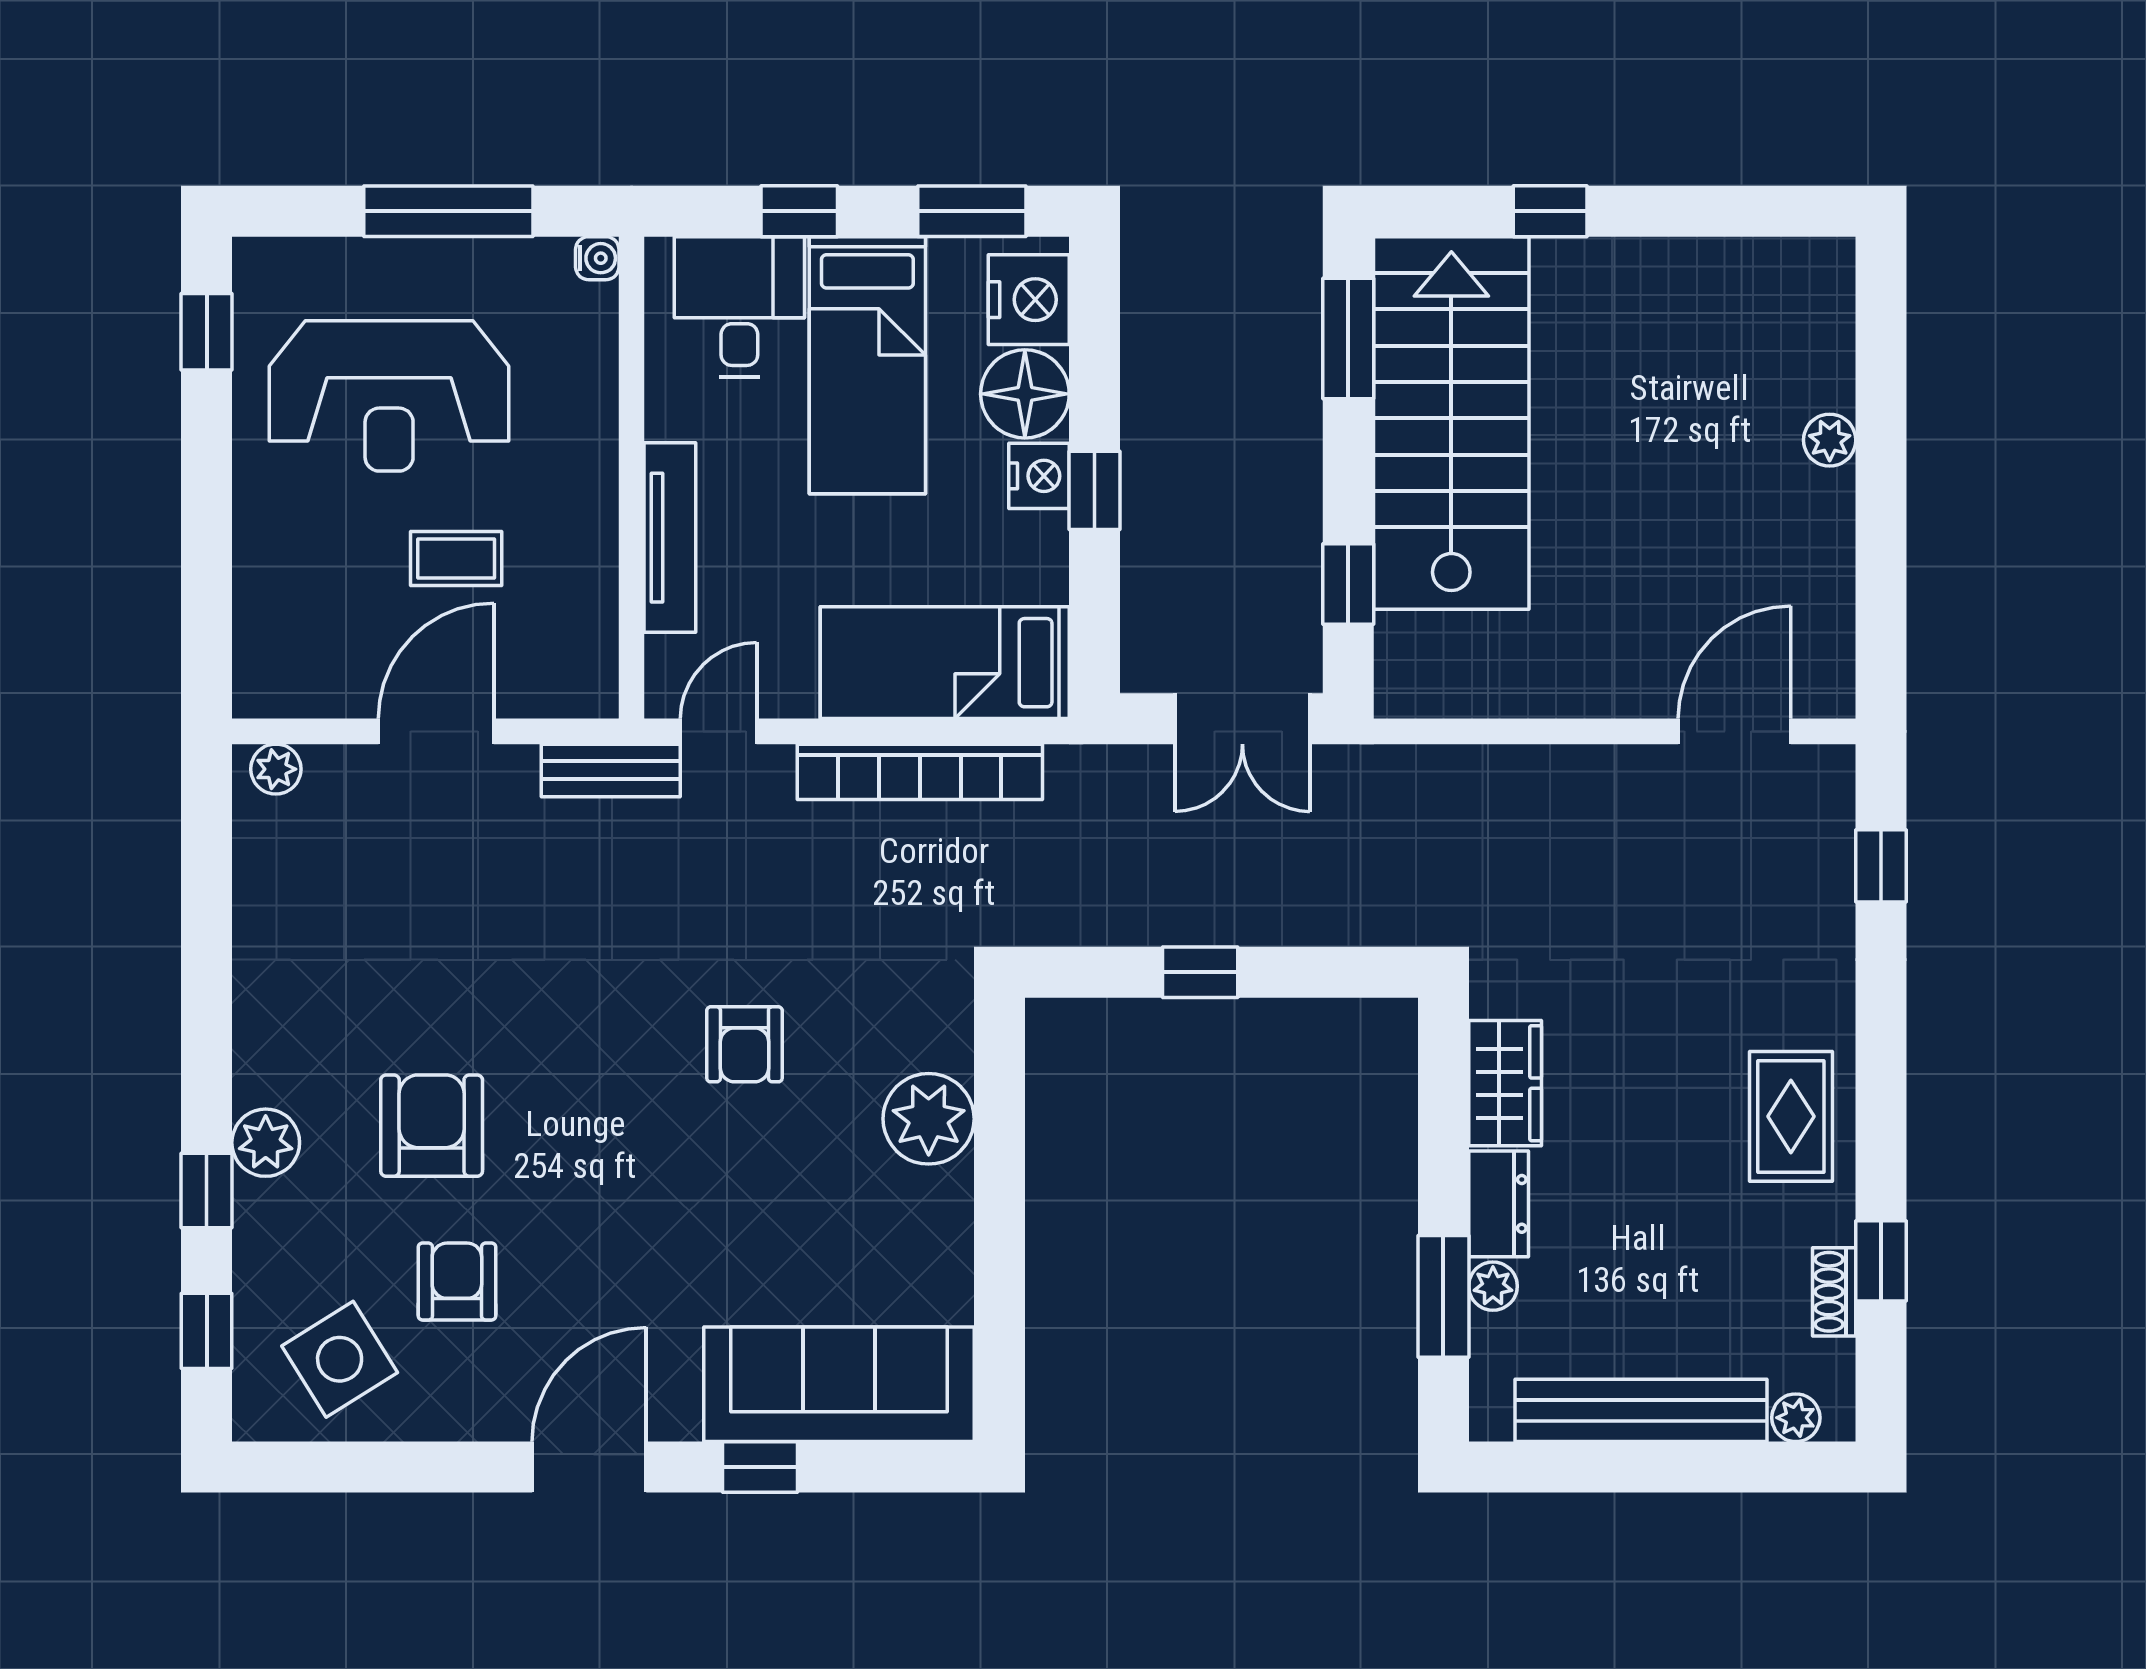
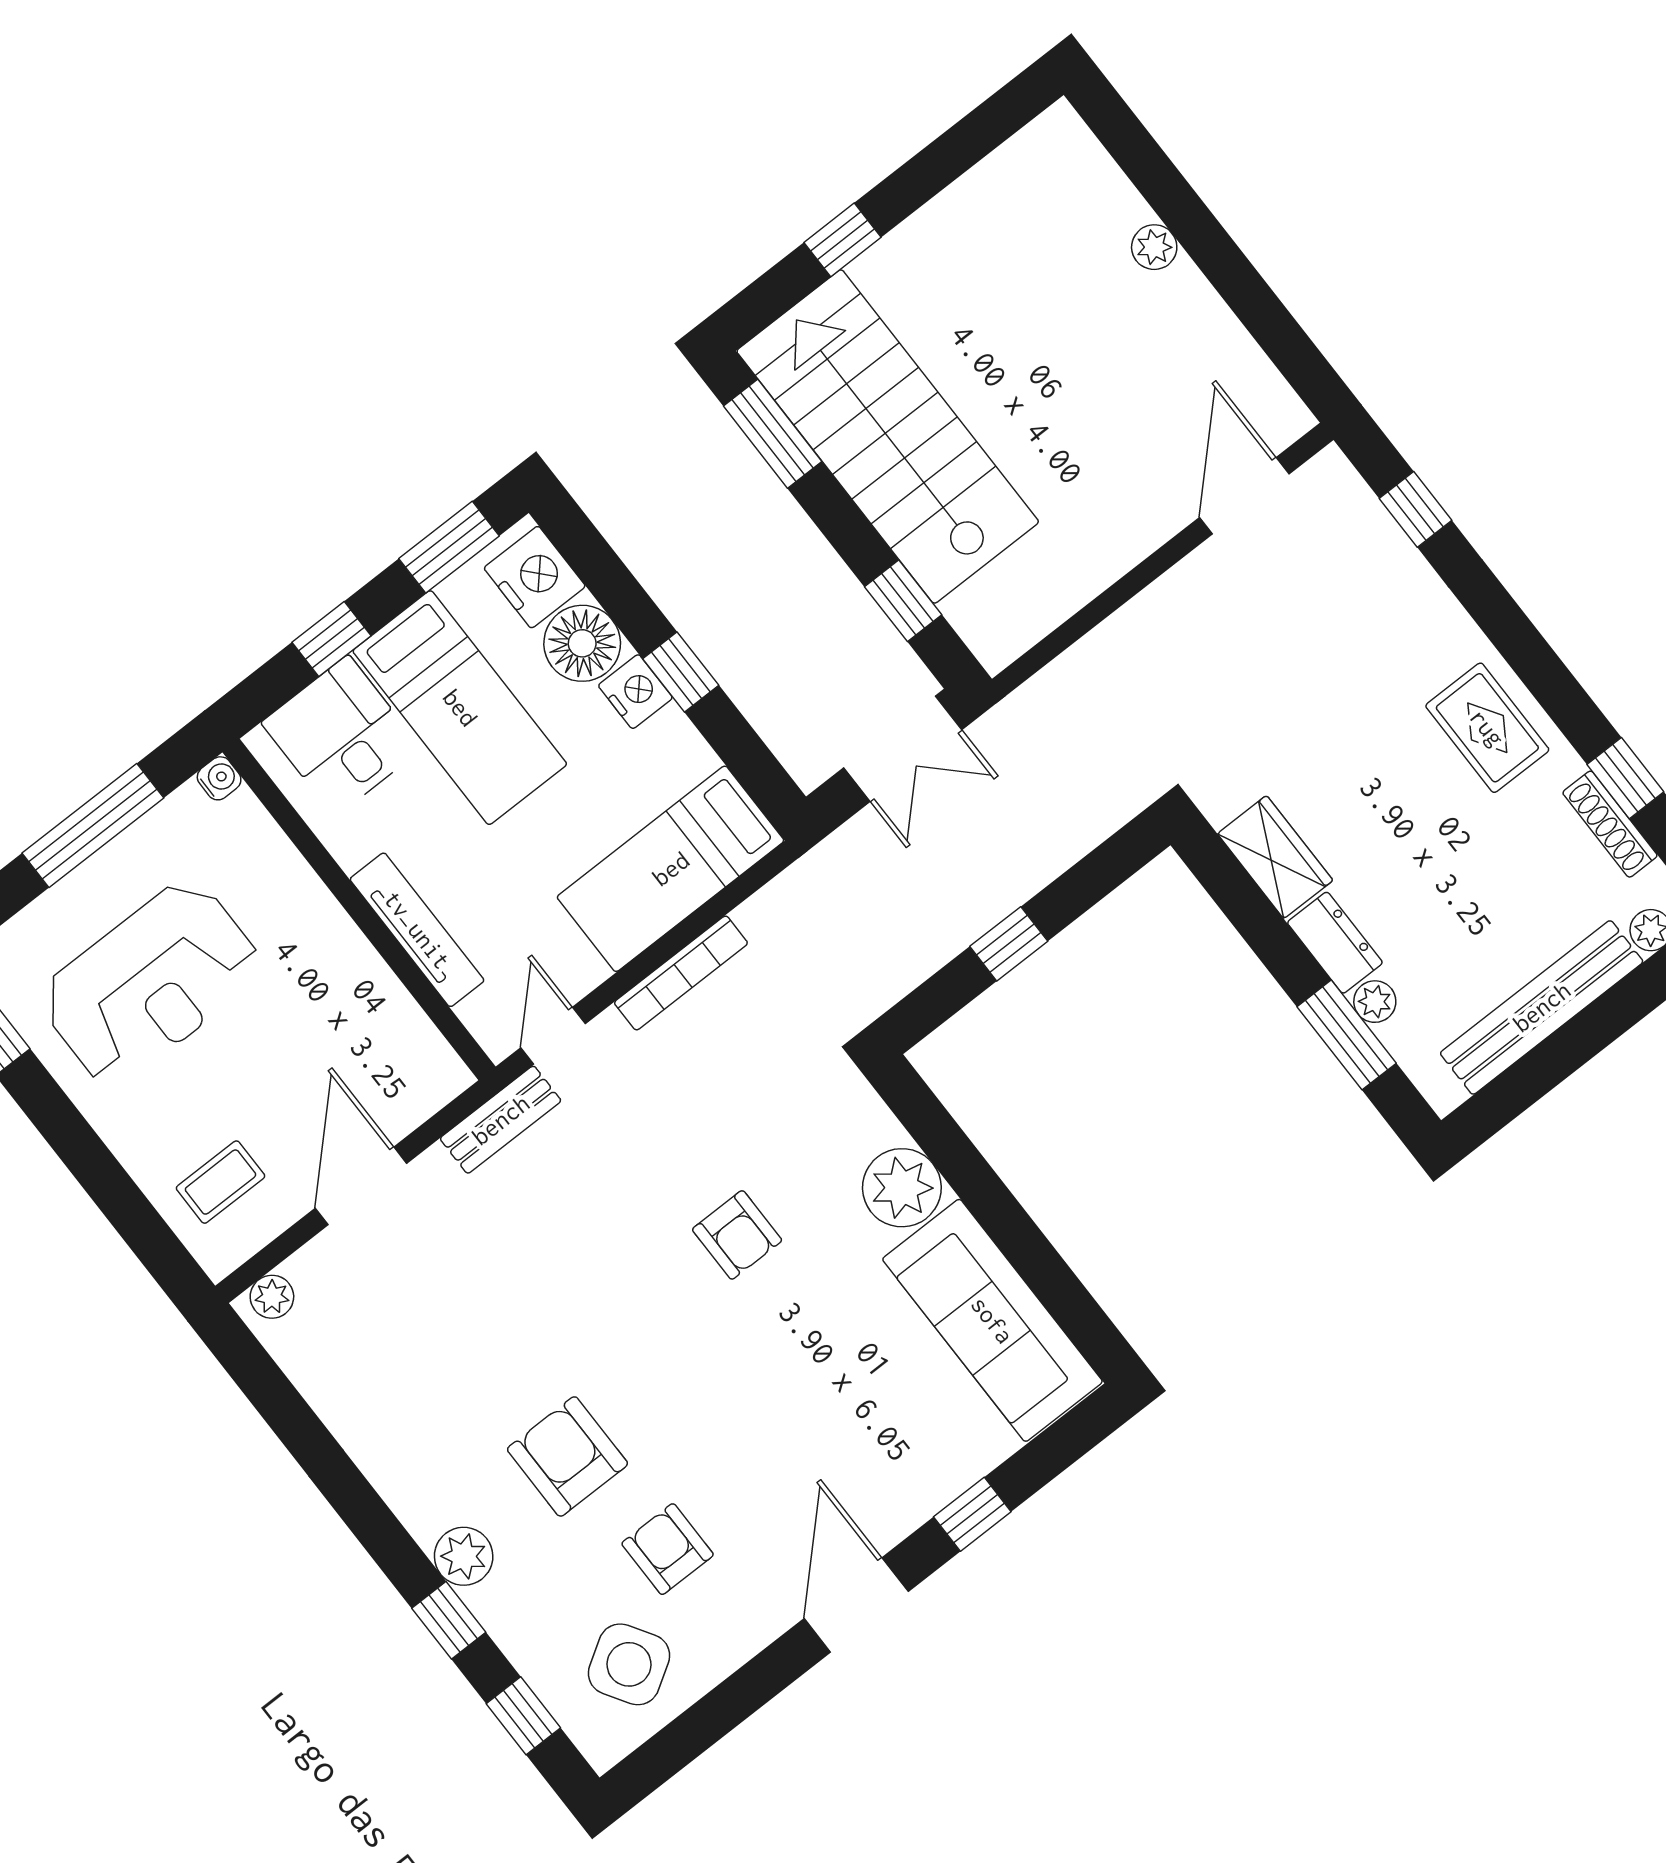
coffee table: (456, 559) -> (221, 1182), moved
bookcase: (920, 772) -> (681, 973), width x0.68, depth x0.76
shoe rack: (1834, 1292) -> (1610, 824), width x1.43
sofa: (839, 1384) -> (992, 1320), moved, turned -90

